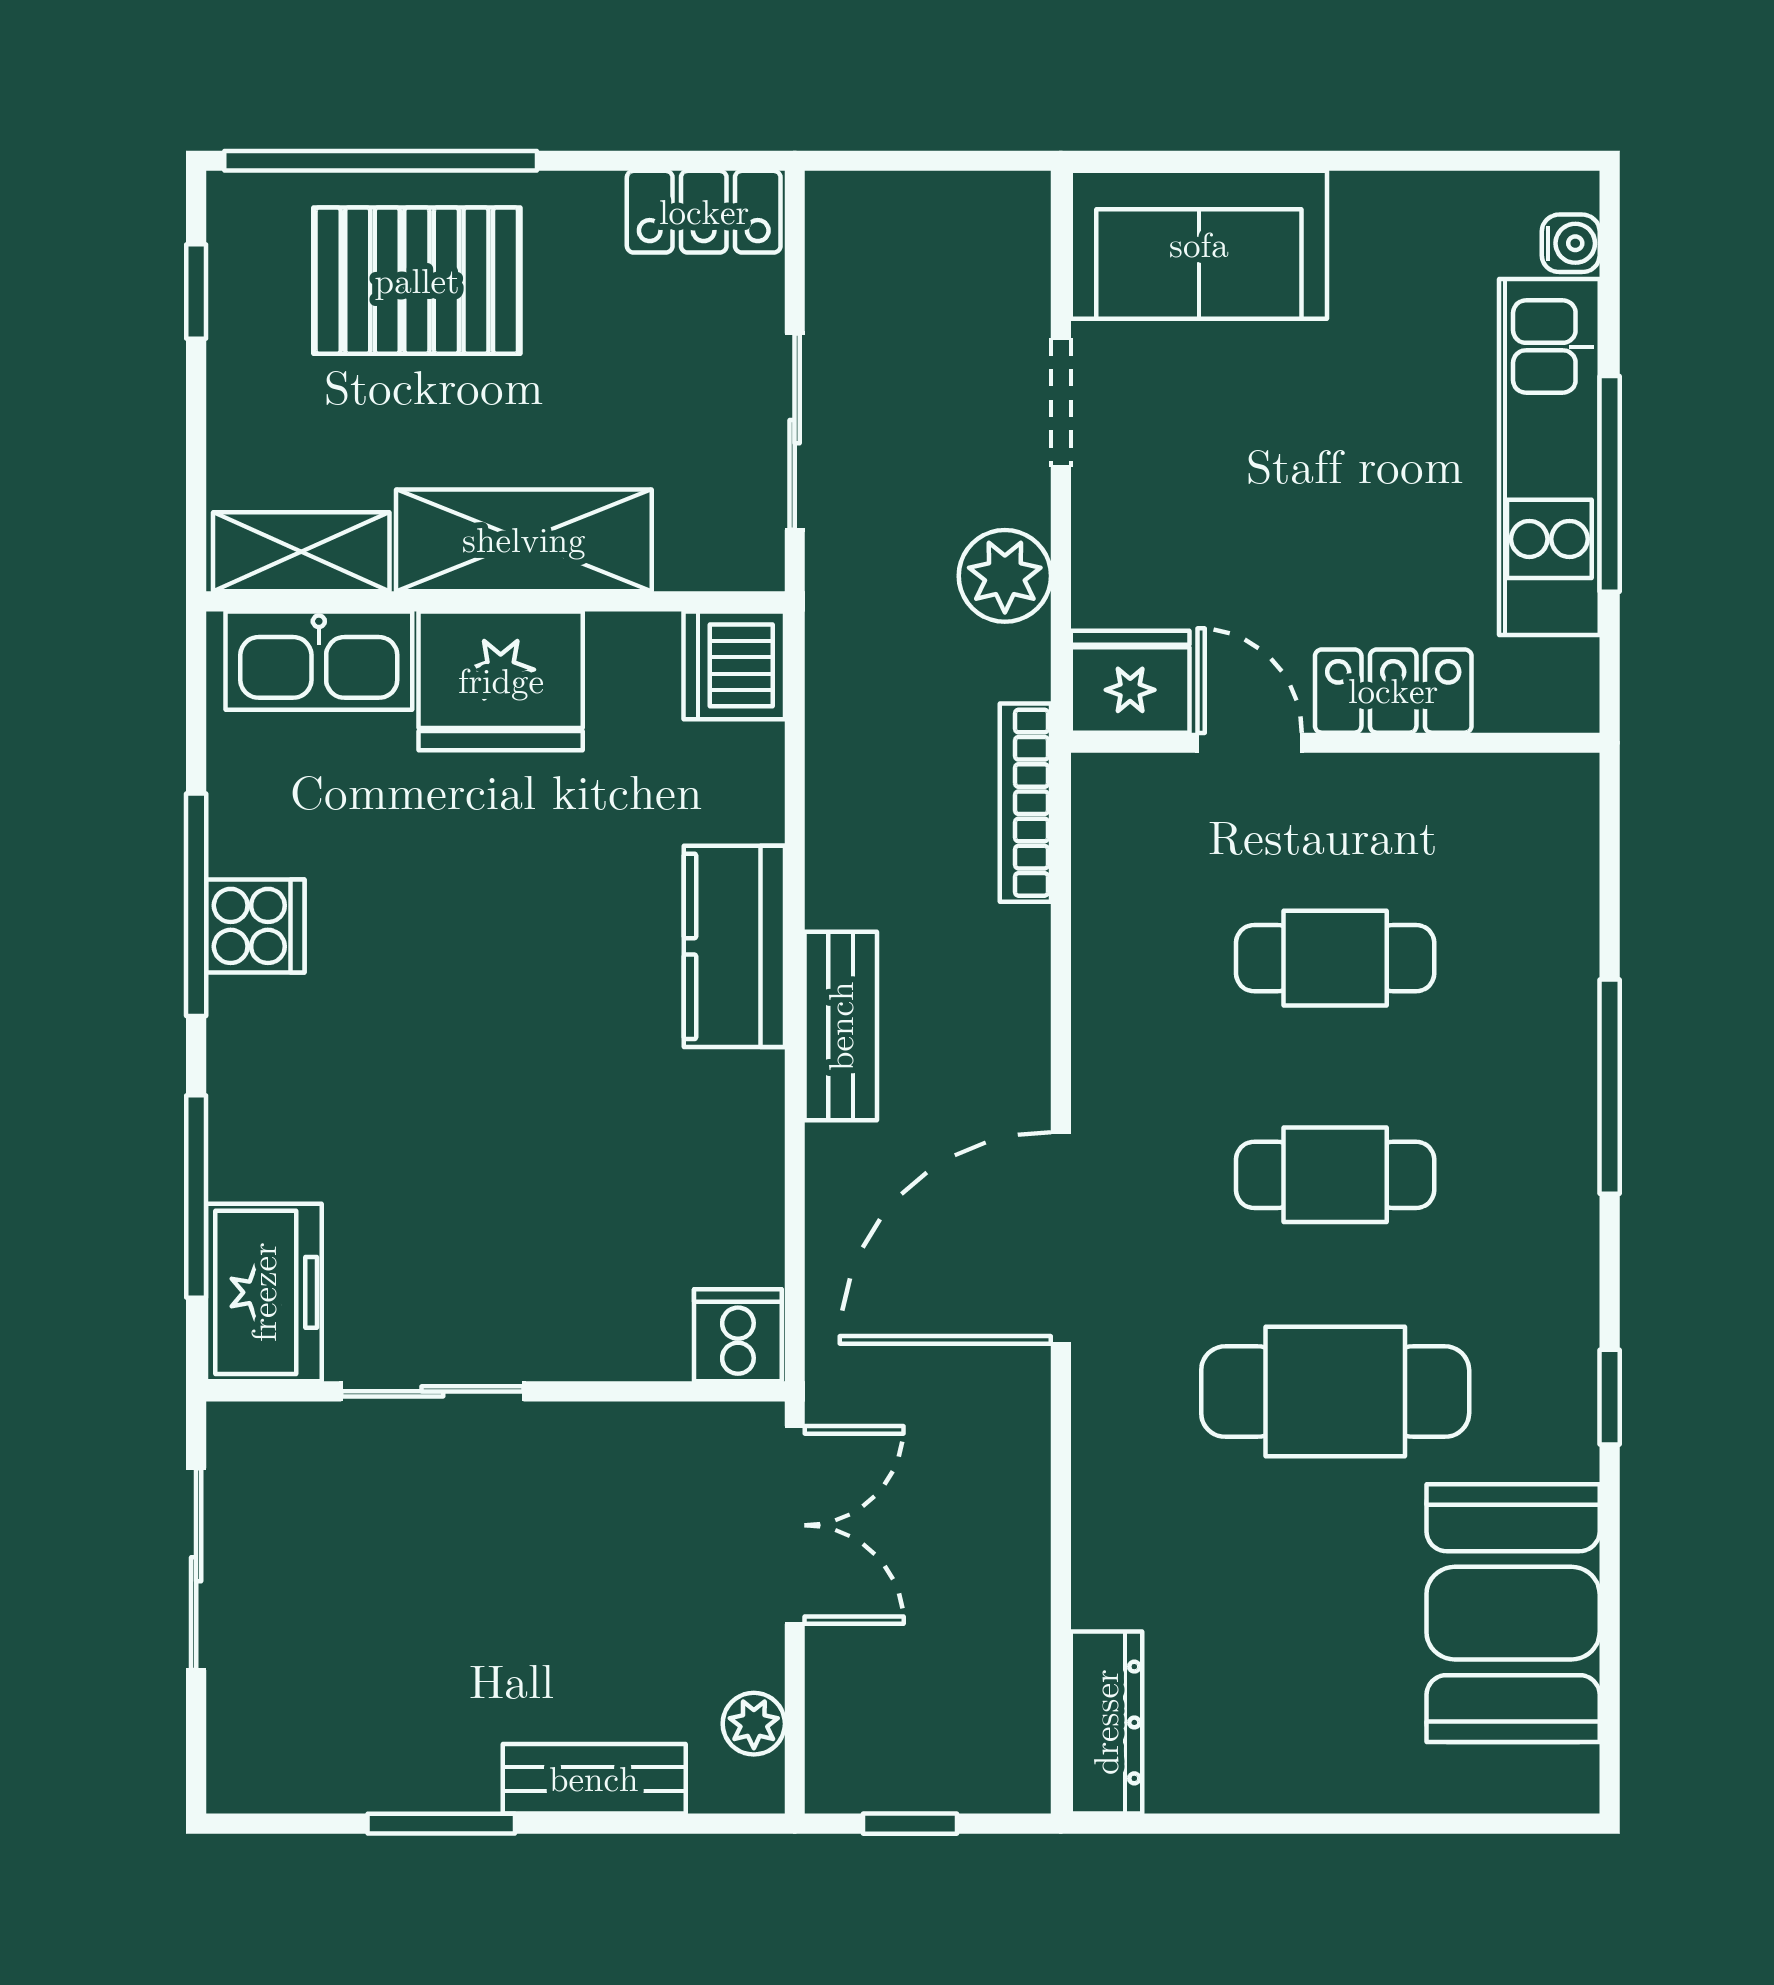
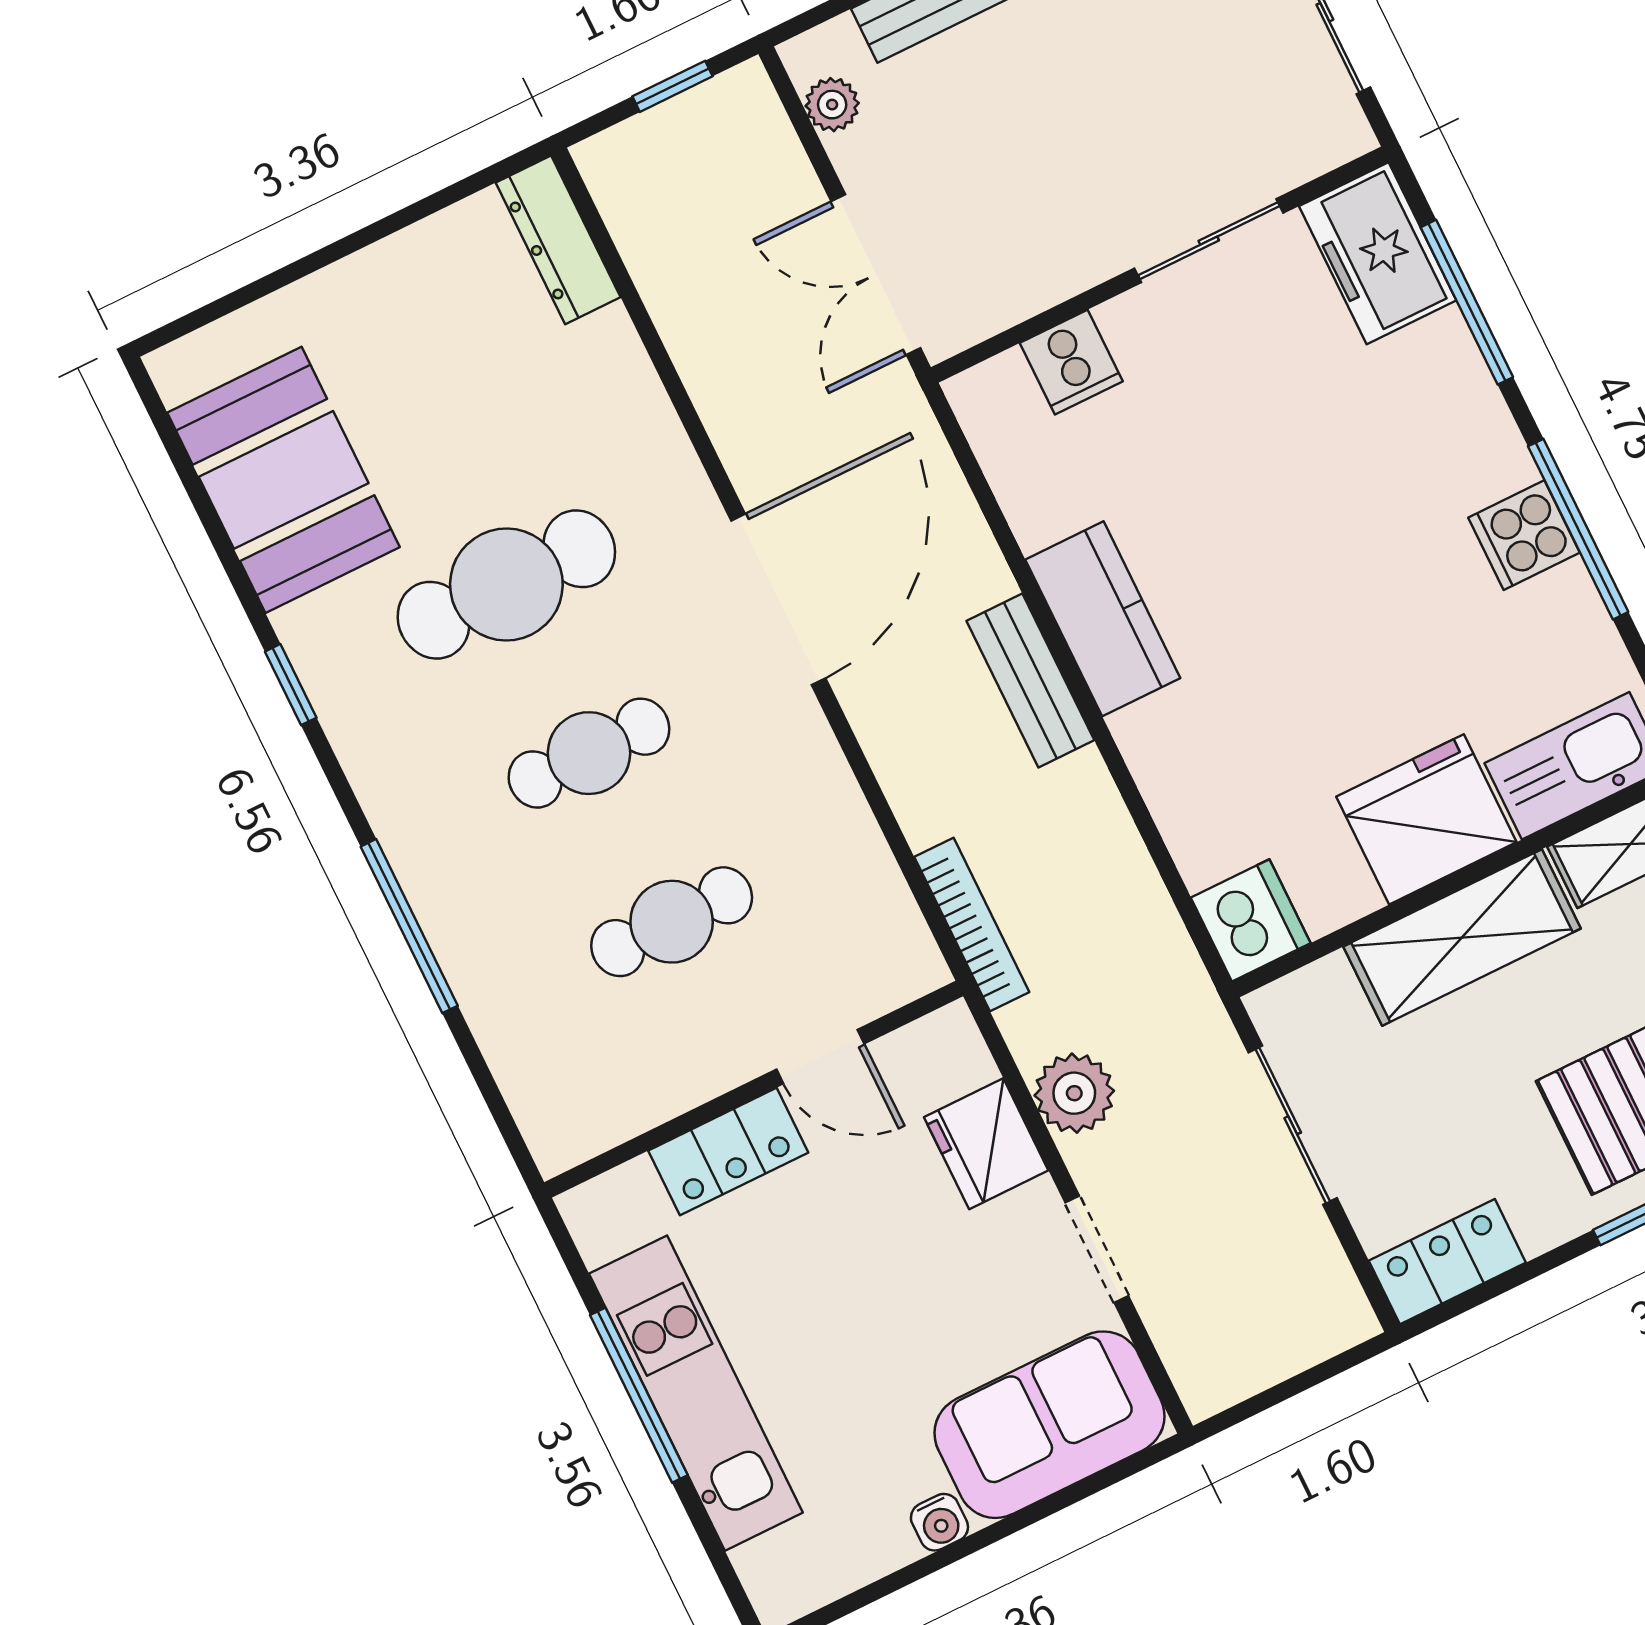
water cooler: (1571, 243) -> (939, 1522), moved, turned -90
fridge: (1130, 682) -> (986, 1144), moved, turned 90
kitchen counter: (734, 946) -> (1103, 619), moved
cooker: (738, 1335) -> (1071, 362), moved

